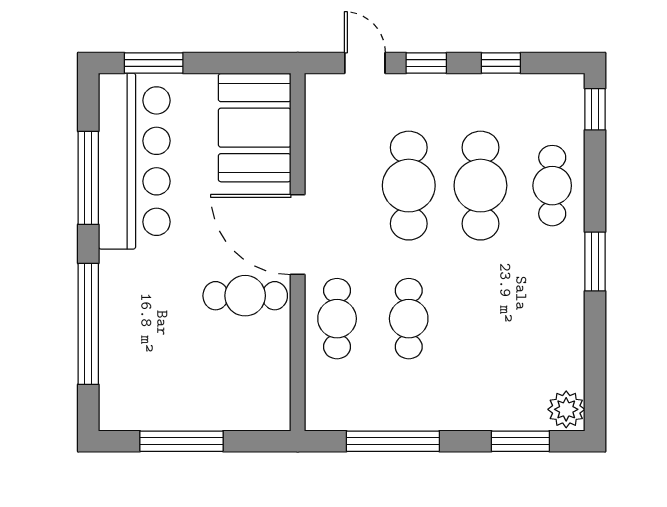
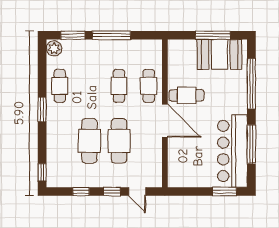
booth: (255, 128) -> (219, 54), moved, turned 90
cafe table: (552, 186) -> (60, 86), moved
window: (393, 441) -> (111, 35), moved

